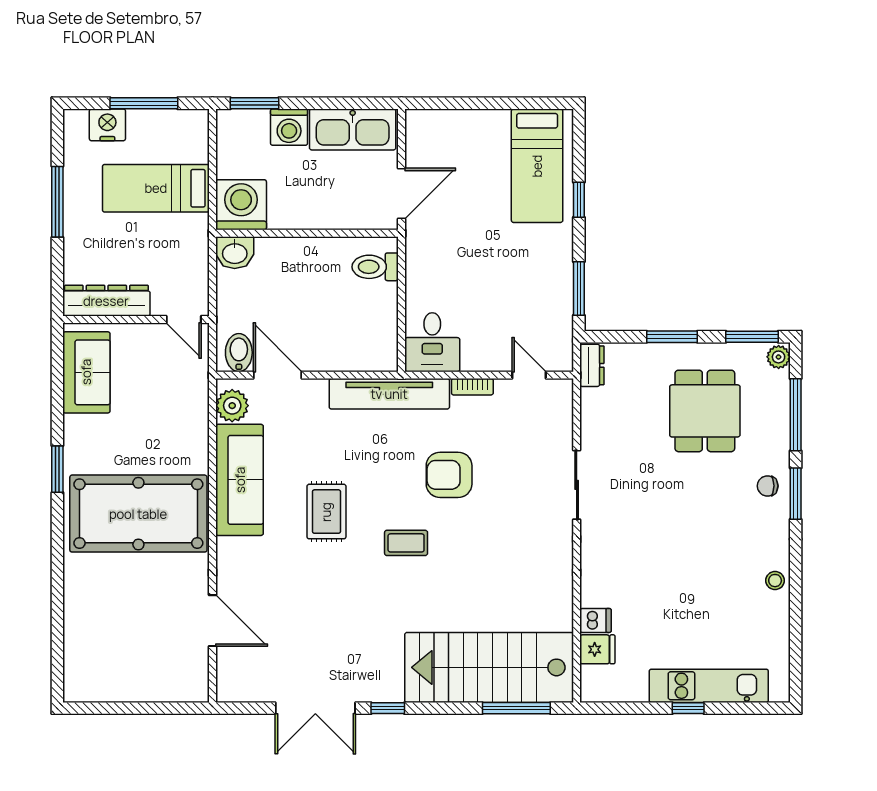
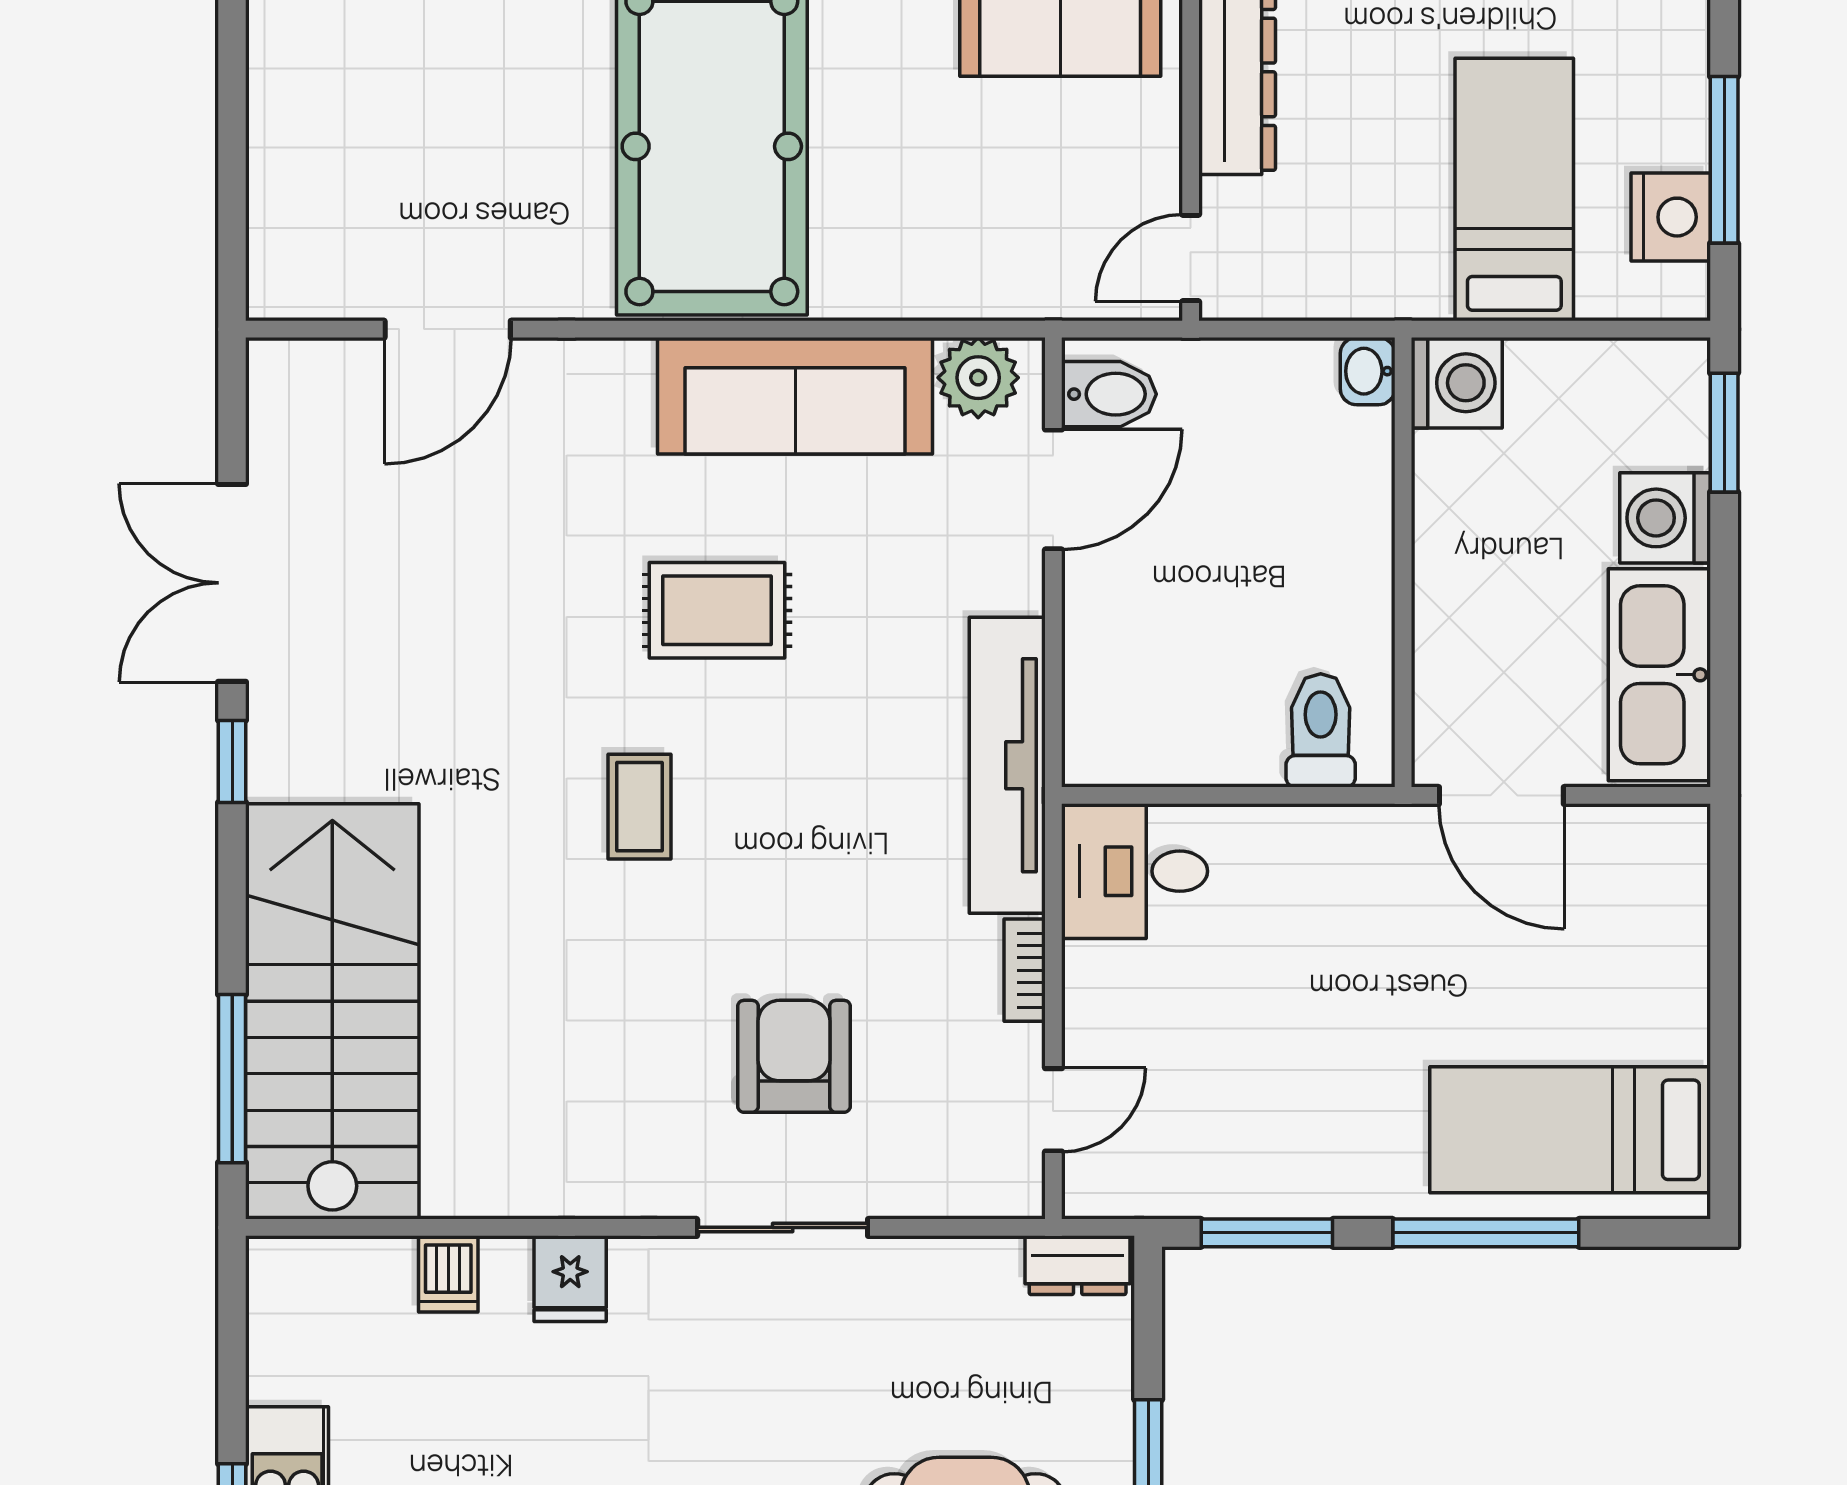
nightstand: (107, 125) -> (1671, 217), moved
window: (579, 200) -> (1486, 1233), width x2.17
washing machine: (241, 205) -> (1457, 383), width x0.73, depth x0.73
washbasin: (235, 253) -> (1368, 371), width x0.72, depth x0.69
armchair: (449, 475) -> (794, 1056), moved
fridge: (597, 649) -> (570, 1279), moved

